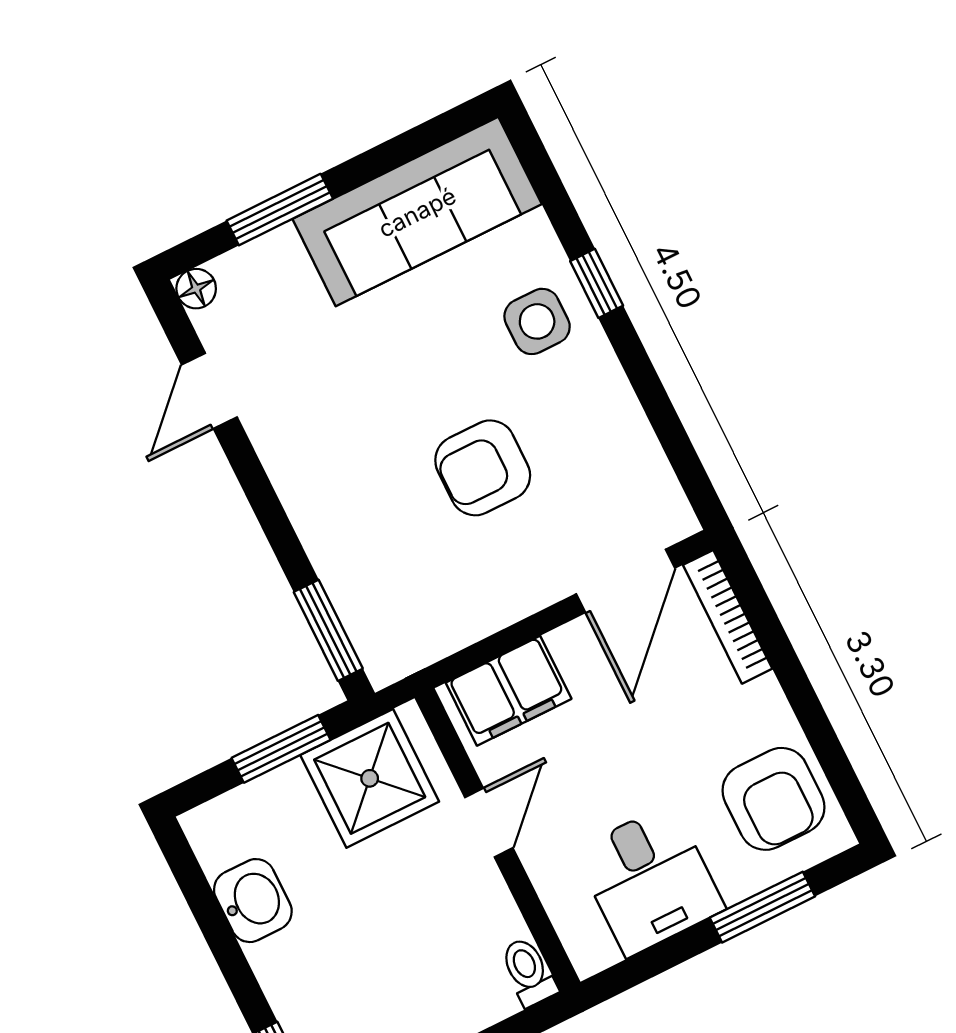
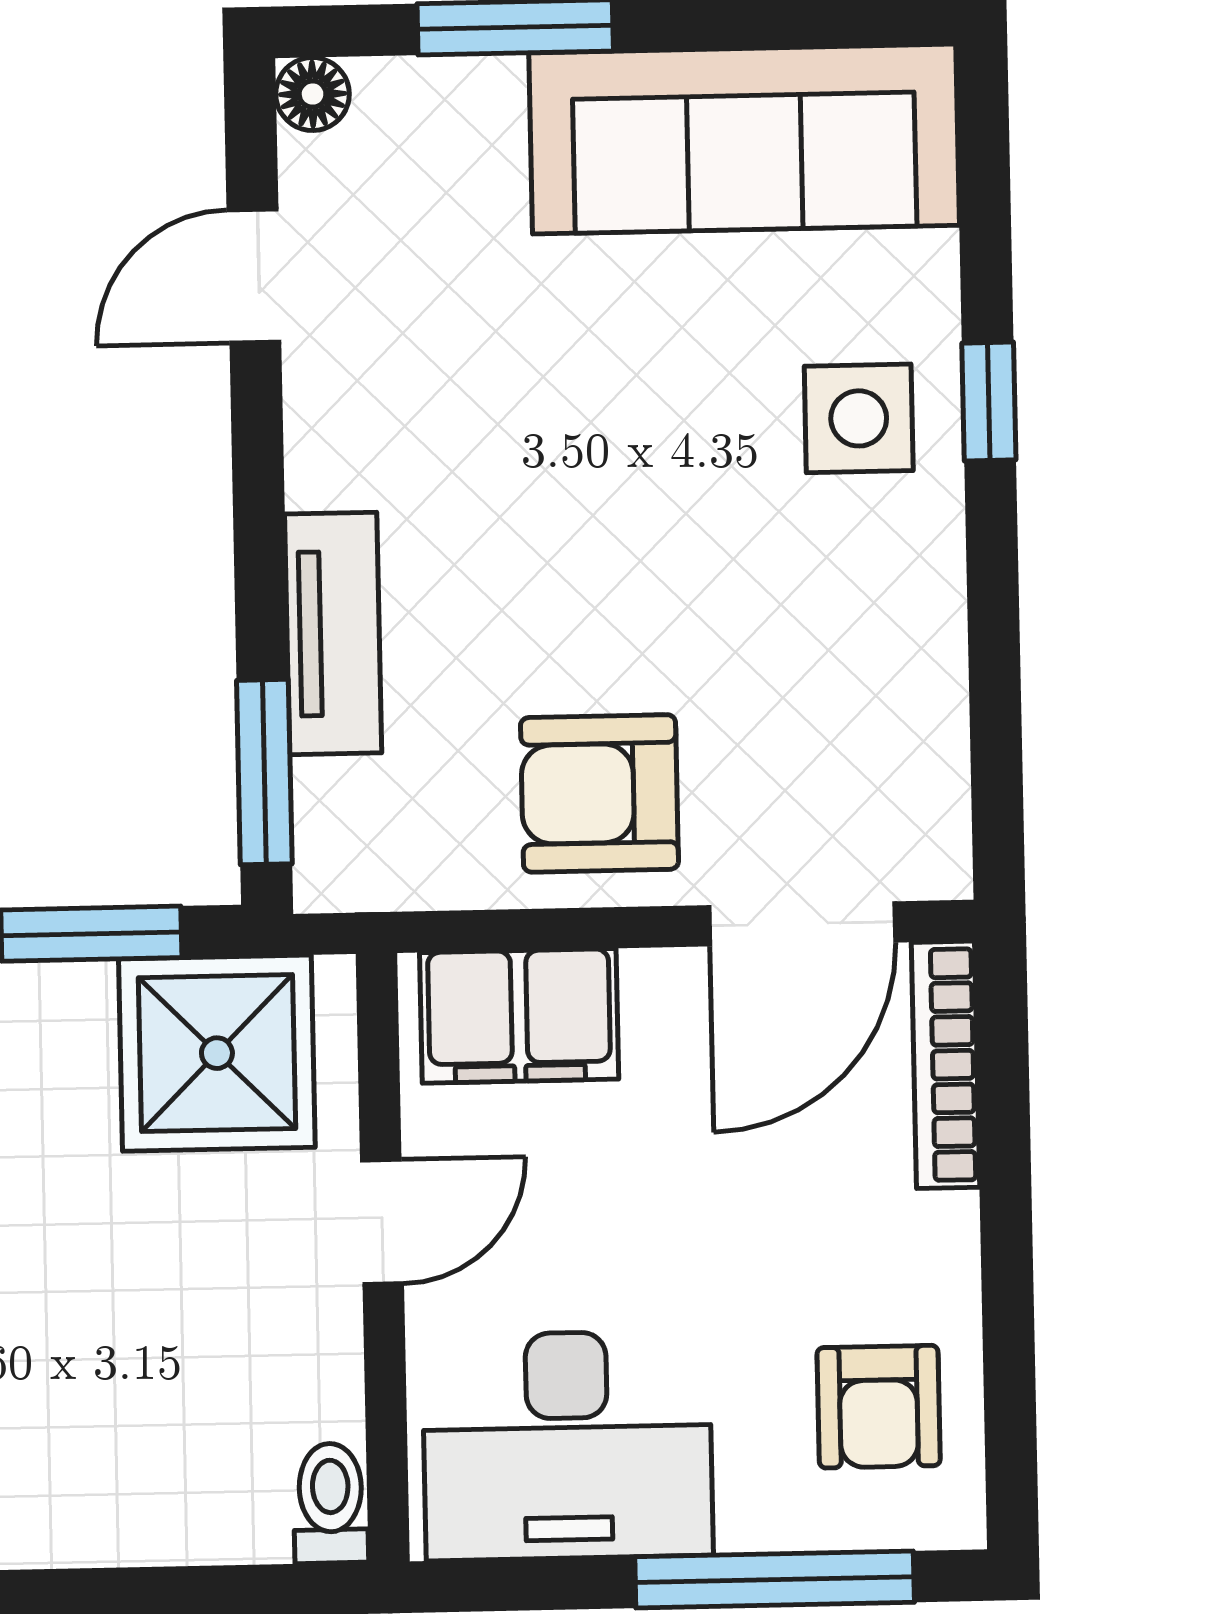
armchair: (483, 468) -> (599, 793), moved
tv unit: (330, 547) -> (333, 633), added
armchair: (774, 799) -> (879, 1407), width x0.72, depth x0.72
desk: (649, 880) -> (567, 1445), width x1.37
window: (762, 907) -> (775, 1580), width x1.44

